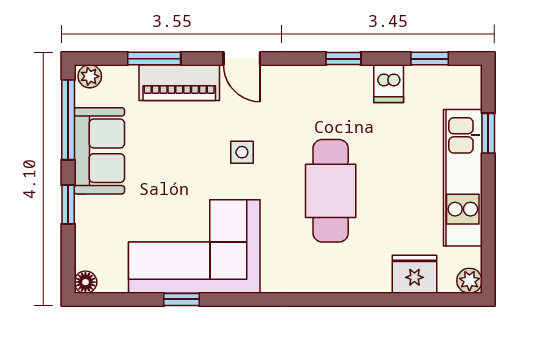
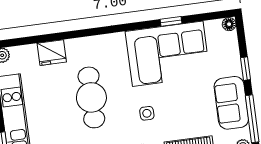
fridge: (414, 274) -> (52, 53), moved

